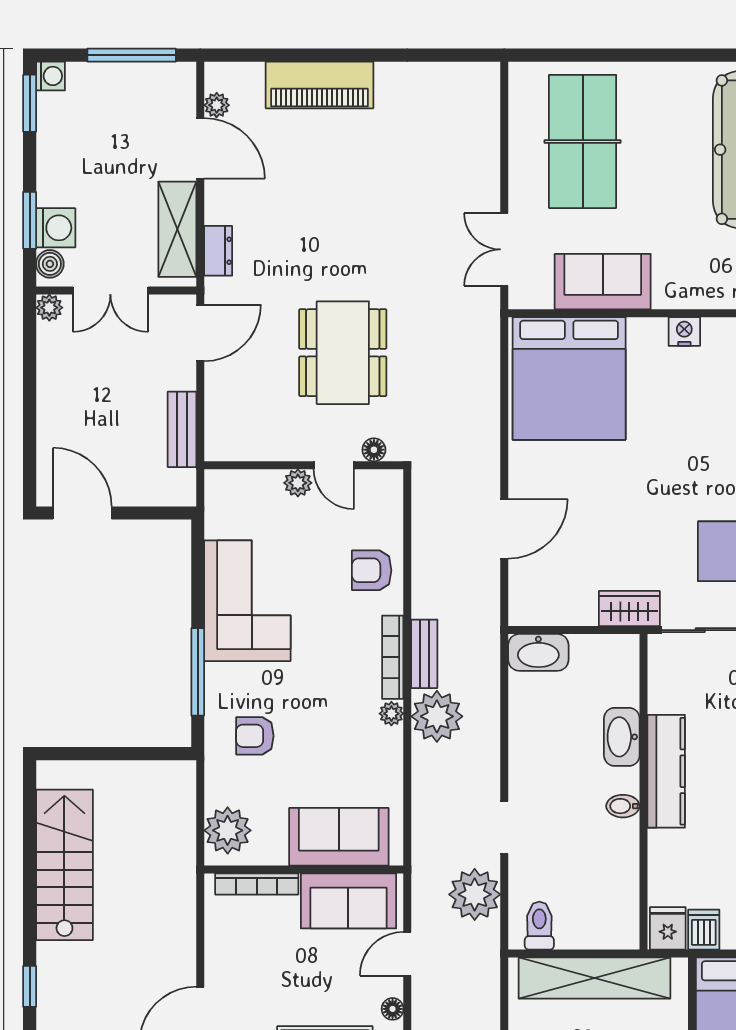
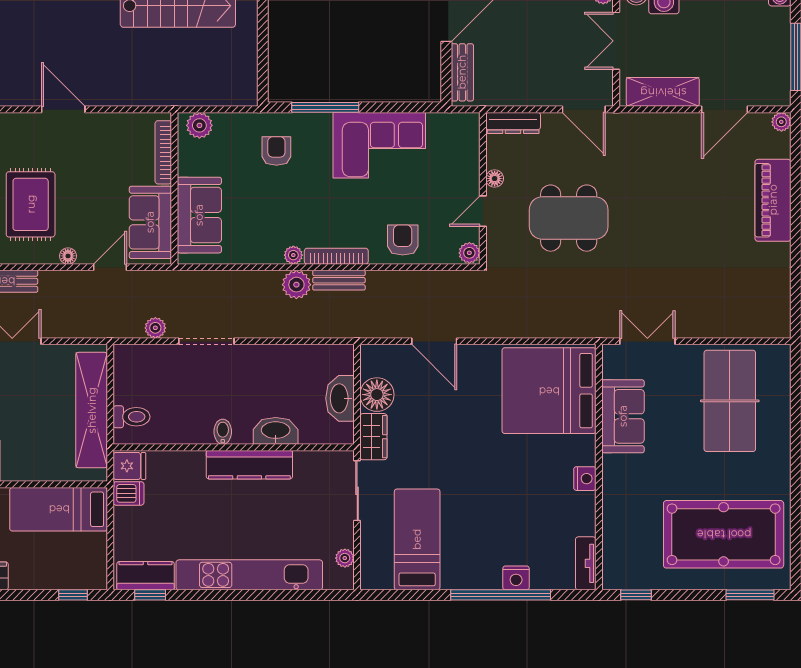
plant: (217, 105) -> (781, 122), moved
table tennis table: (583, 141) -> (730, 401), turned 90
dresser: (218, 251) -> (513, 123), moved, width x1.44
bench: (182, 429) -> (462, 72), moved, turned 90
floor lamp: (374, 450) -> (495, 179), moved
plant: (298, 483) -> (469, 253), moved
floor lamp: (574, 604) -> (377, 395), added
washbasin: (538, 652) -> (340, 398), moved
plant: (437, 716) -> (296, 285), width x0.73, depth x0.73
doorway: (504, 827) -> (206, 341), width x1.38
plant: (228, 830) -> (199, 125), width x0.73, depth x0.73
plant: (475, 894) -> (155, 328), width x0.53, depth x0.53
toilet: (539, 926) -> (132, 417), moved
door: (407, 954) -> (110, 267), hinge flipped

